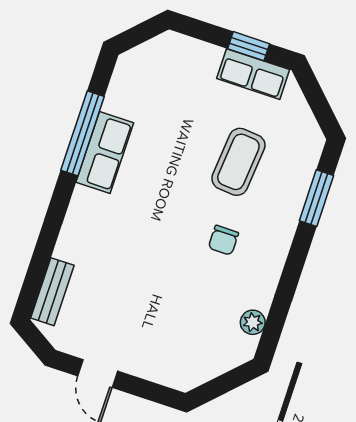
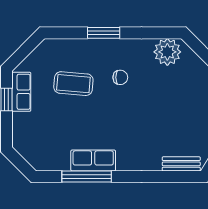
window: (317, 198) -> (104, 33), moved
plant: (253, 322) -> (167, 52), width x1.87, depth x1.87

